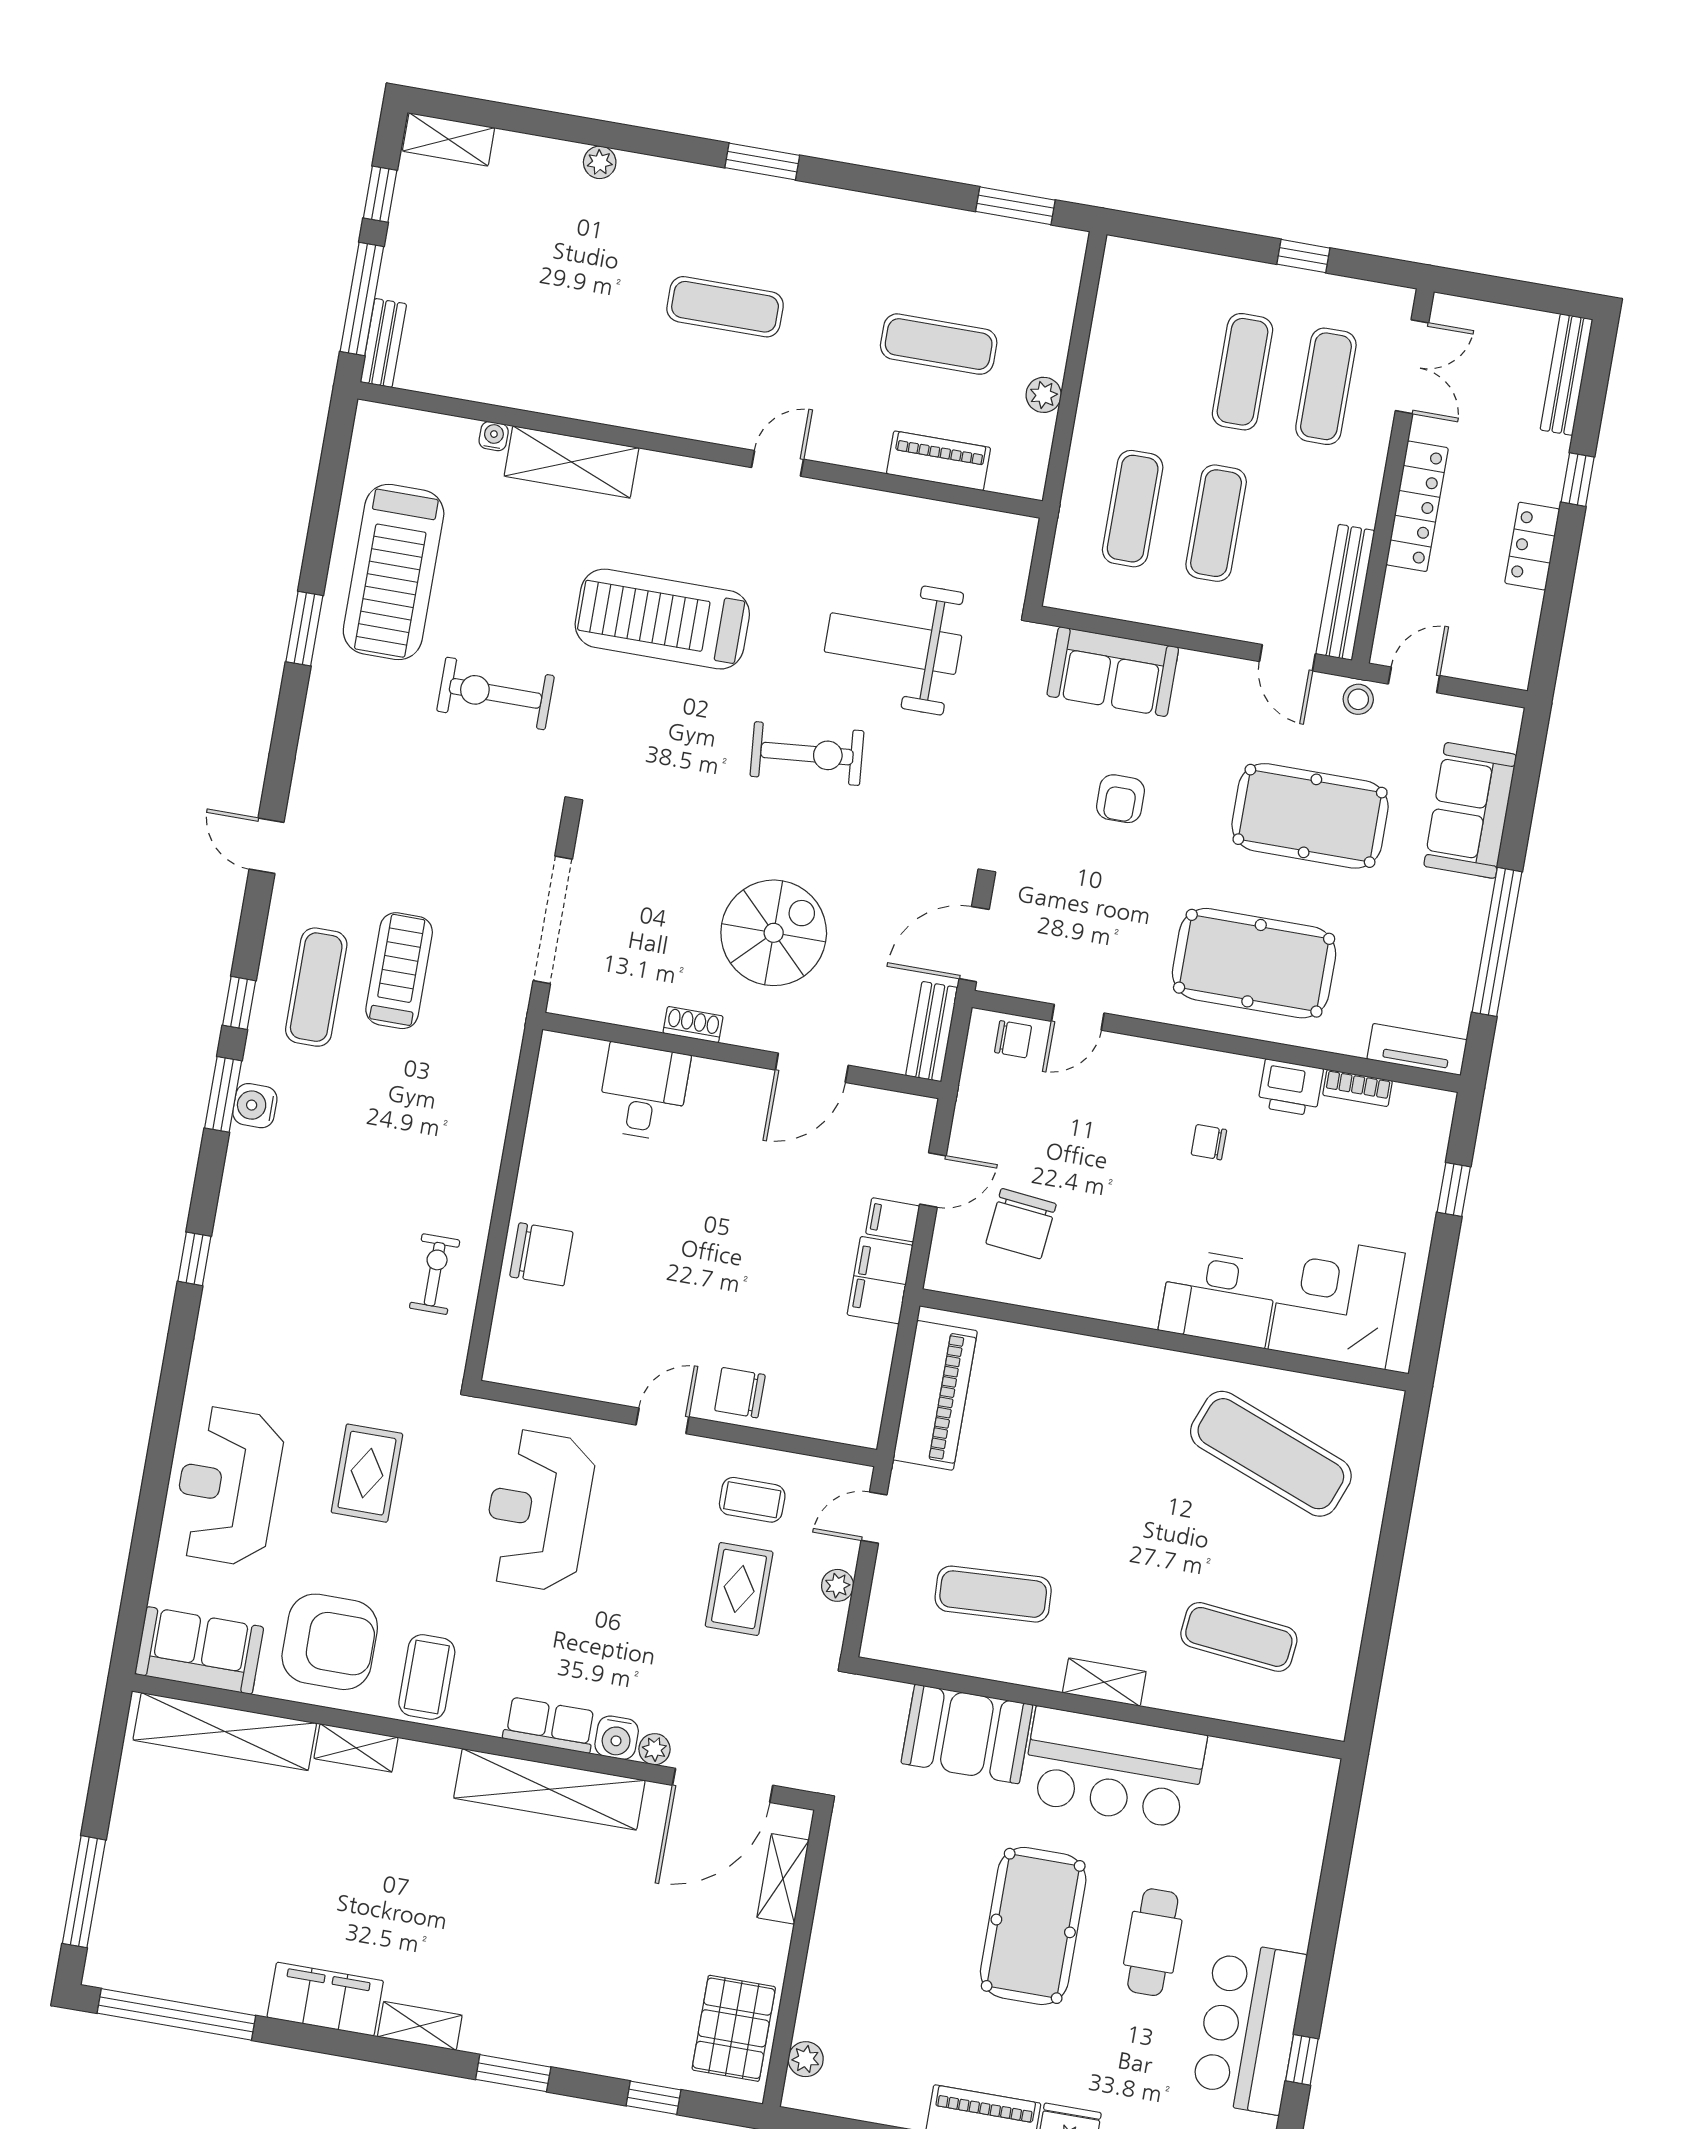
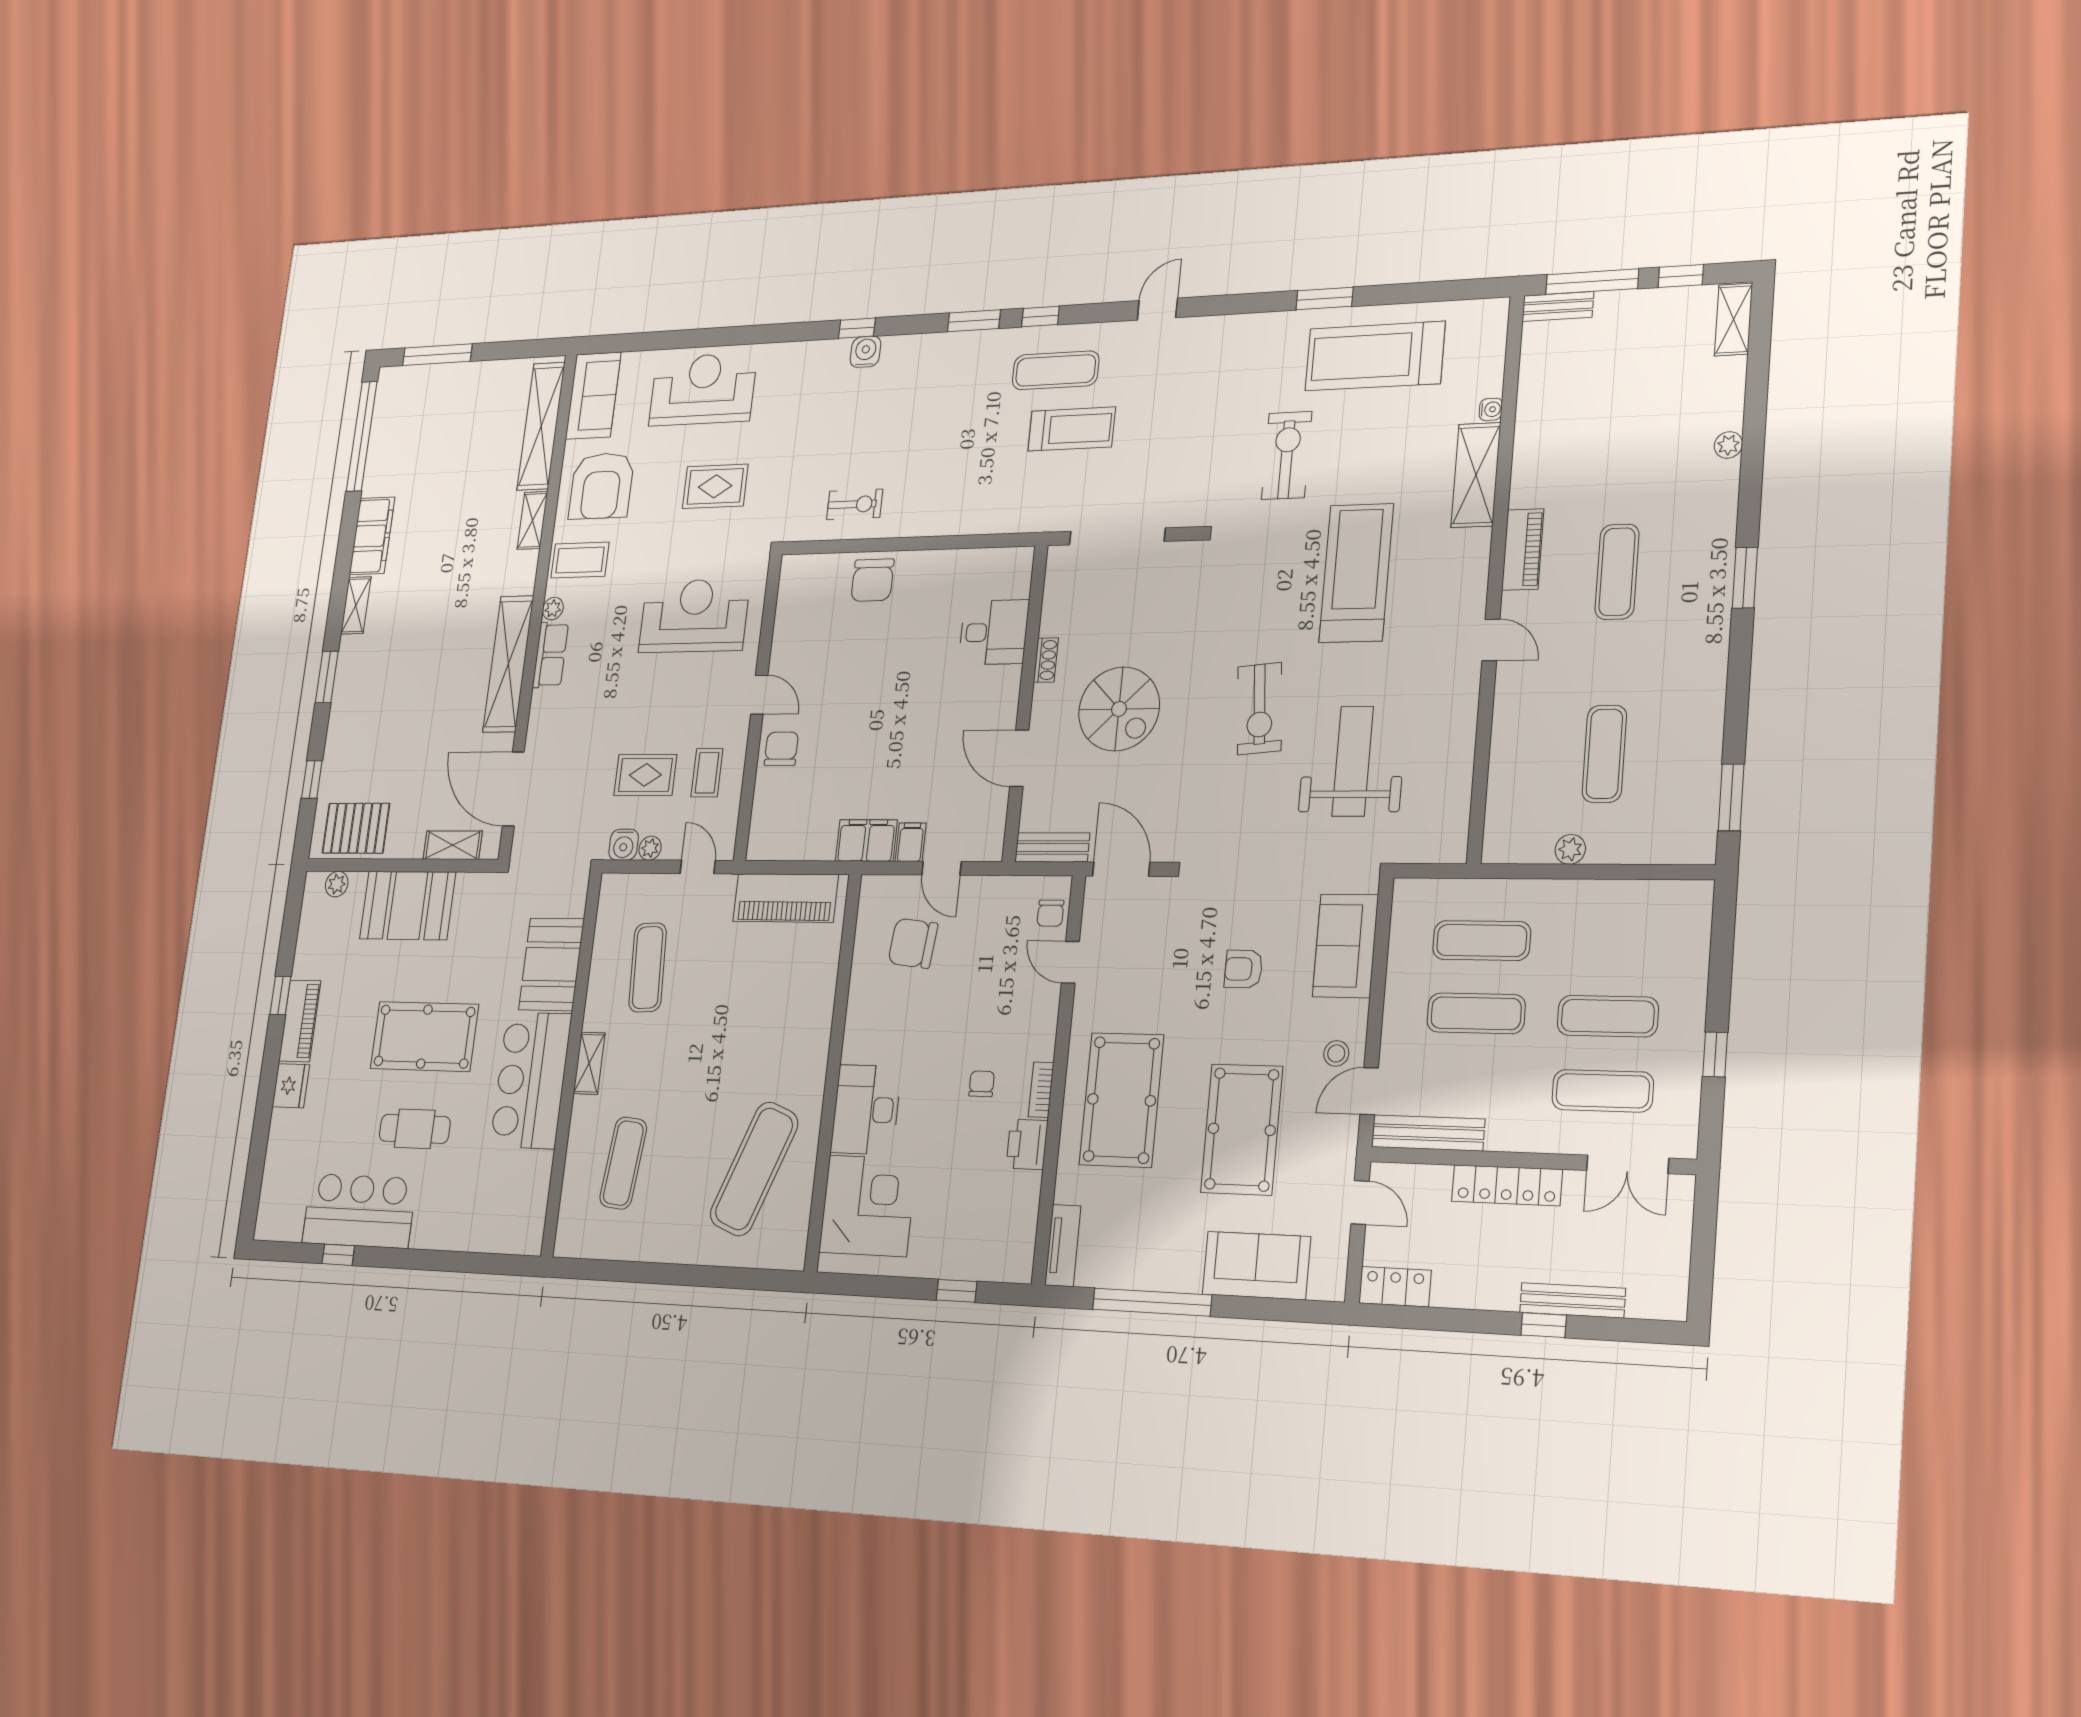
bench: (1566, 375) -> (1572, 1300), moved
piano: (939, 461) -> (1523, 549), moved
locker: (1532, 546) -> (1395, 1287), moved
stool: (1358, 699) -> (1336, 1053), moved
bookcase: (1358, 1088) -> (1041, 1090), moved
water cooler: (255, 1106) -> (866, 352), moved
water cooler: (617, 1738) -> (624, 845), moved, turned -90
plant: (654, 1749) -> (553, 609), moved
booth: (853, 1949) -> (408, 906), added

